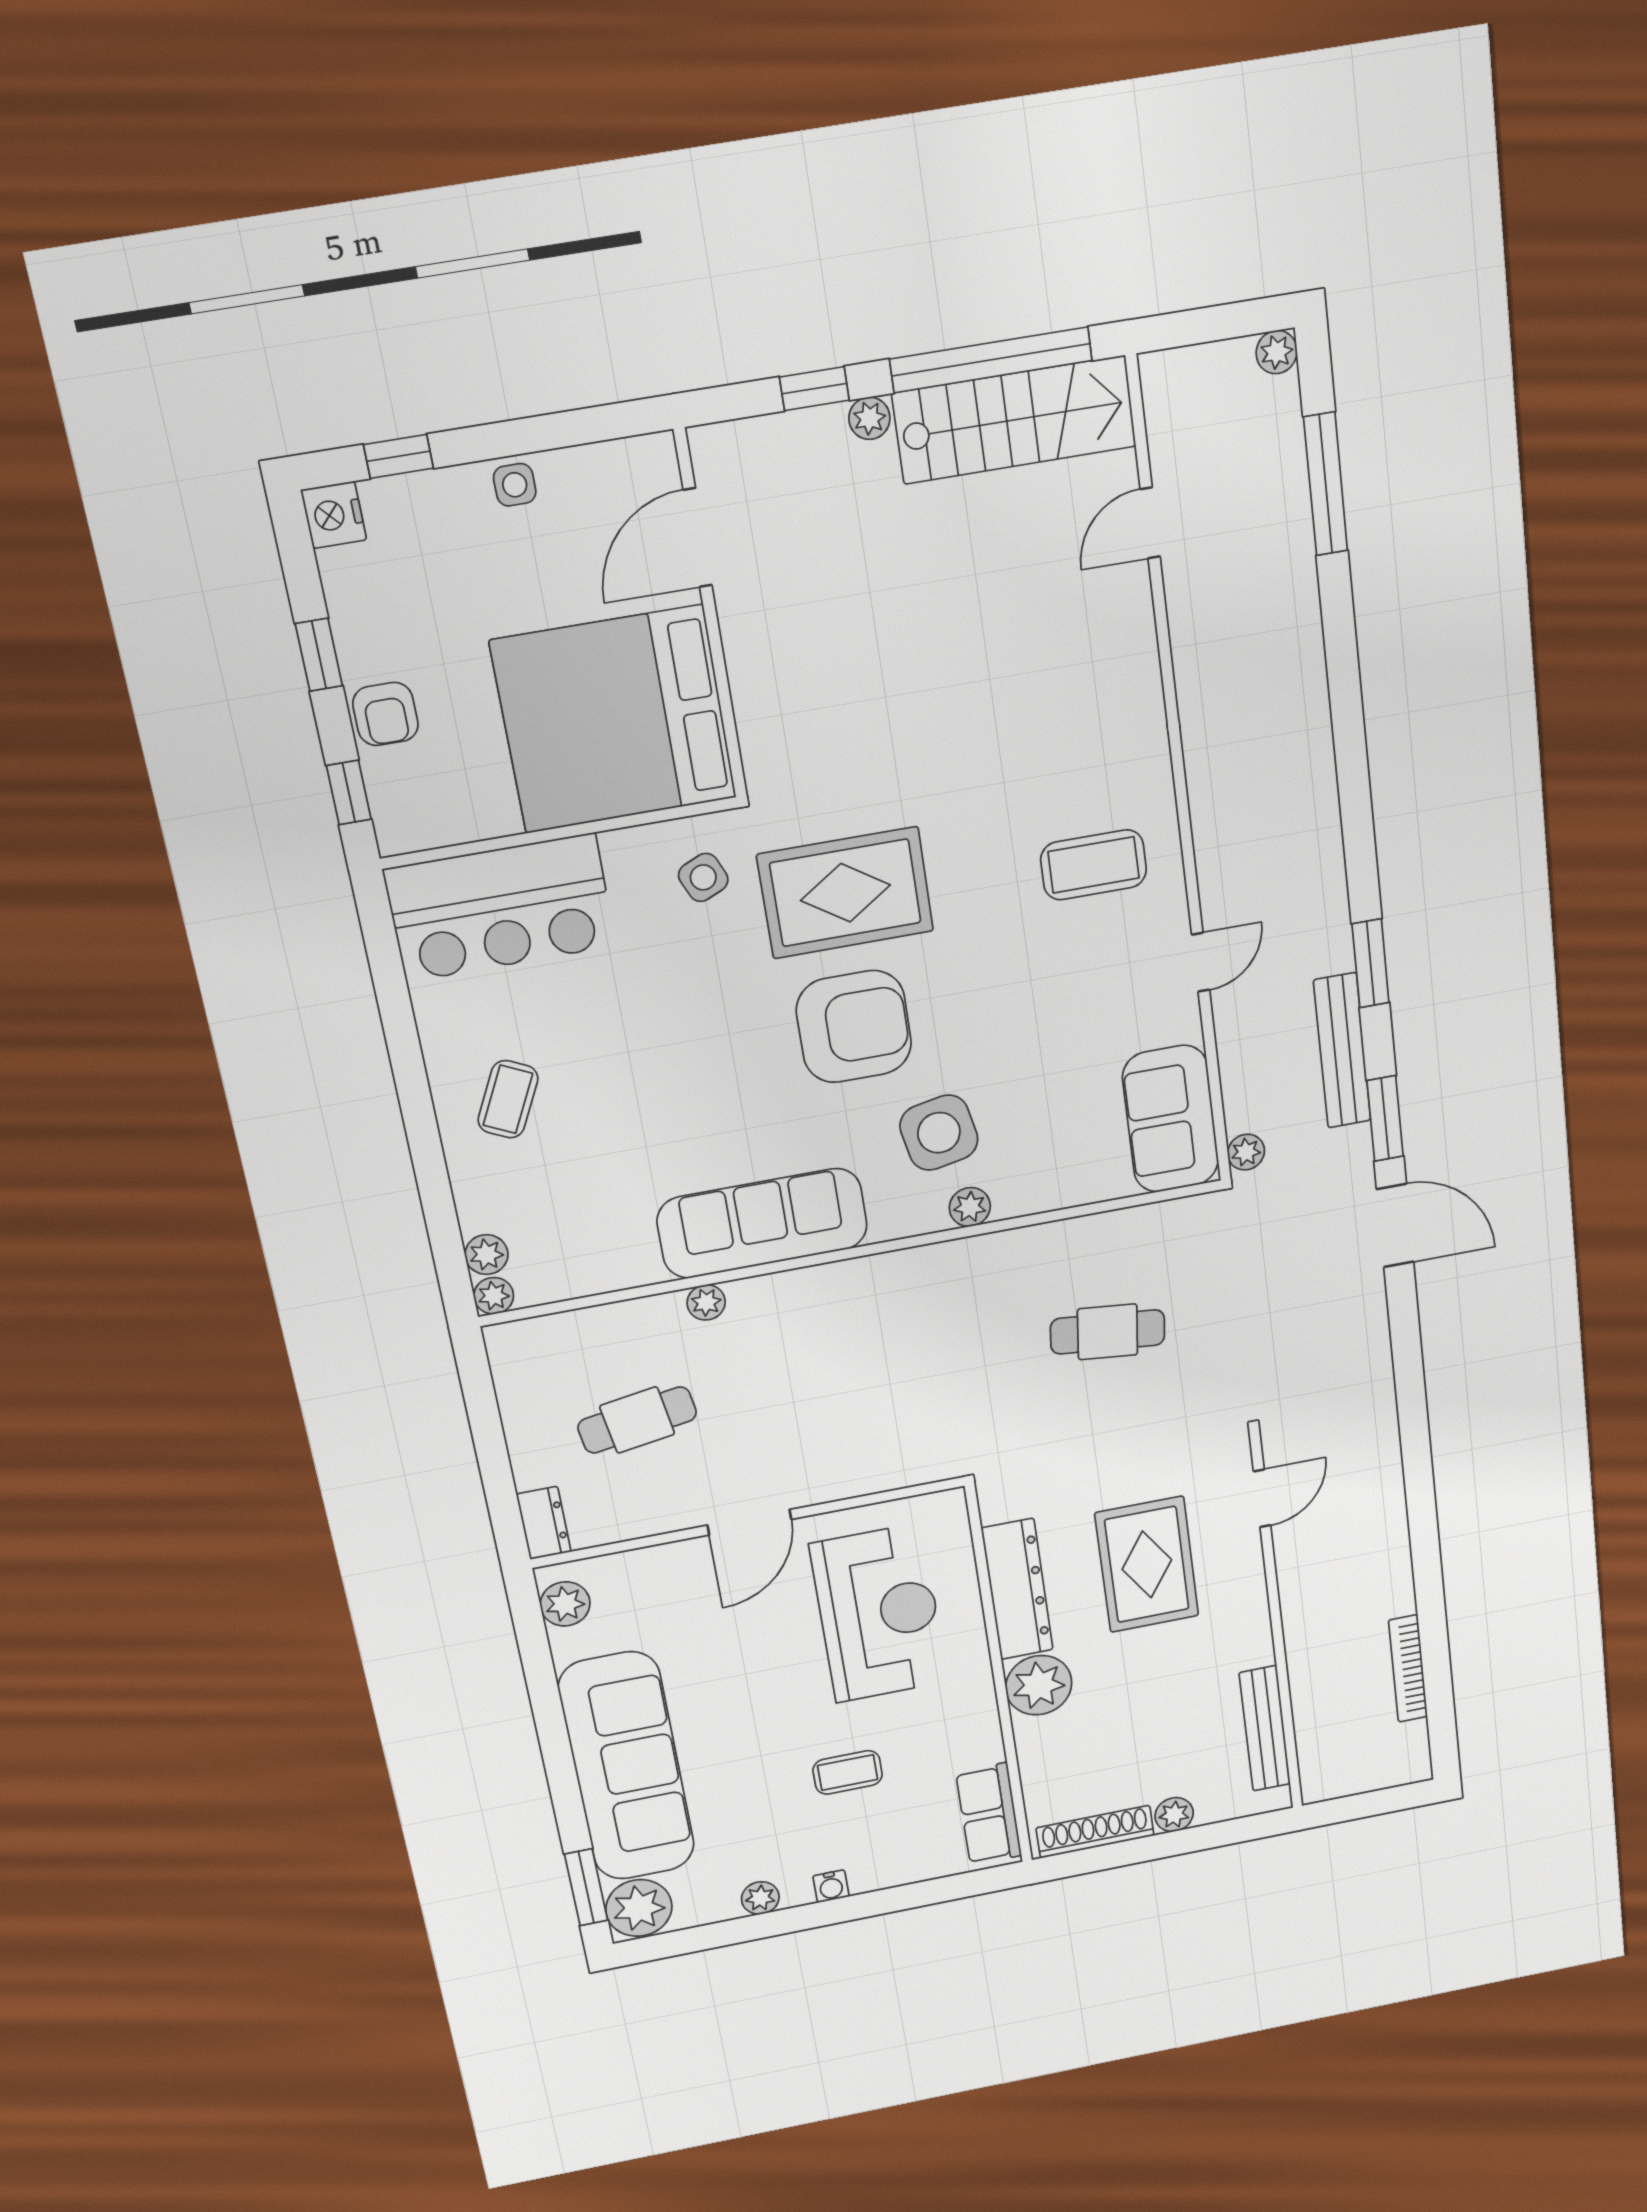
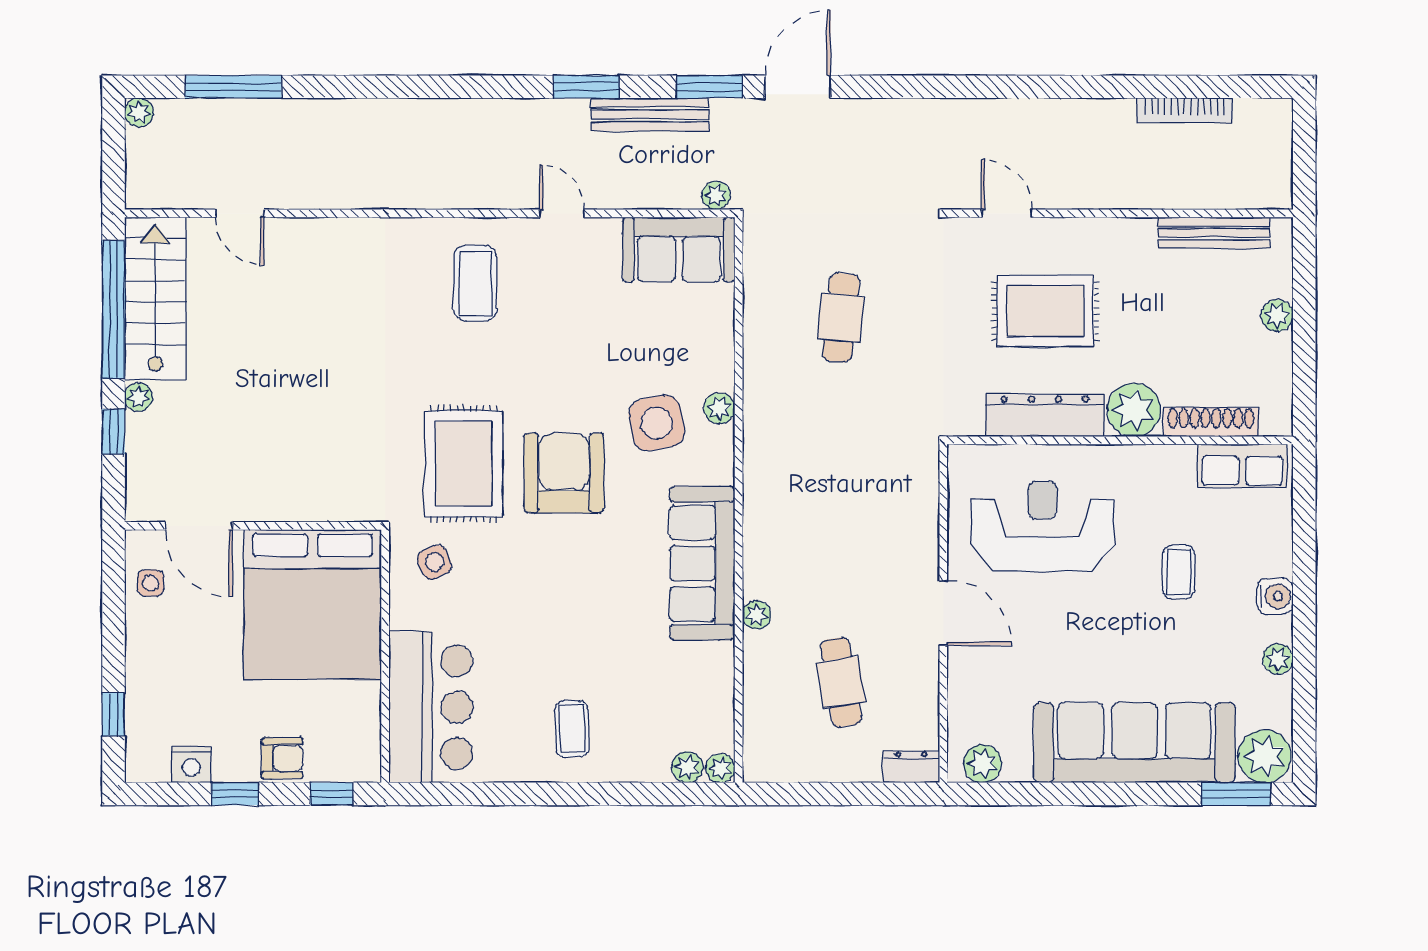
side table: (515, 485) -> (151, 583), moved
nightstand: (334, 515) -> (191, 764), moved
coffee table: (508, 1099) -> (572, 729), turned 62
shoe rack: (1095, 1832) -> (1211, 422), moved, turned 90
water cooler: (831, 1886) -> (1275, 596), width x1.38, depth x1.38

